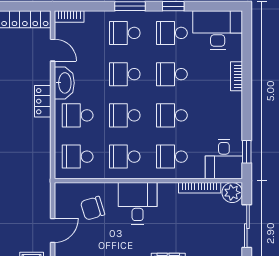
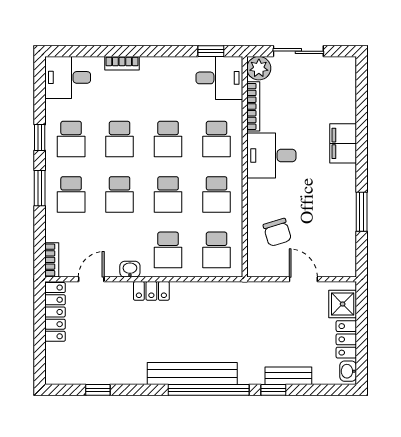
desk: (218, 30) -> (68, 77), width x0.73
washbasin: (64, 83) -> (130, 269), width x0.52, depth x0.69
desk: (138, 203) -> (271, 156), moved

